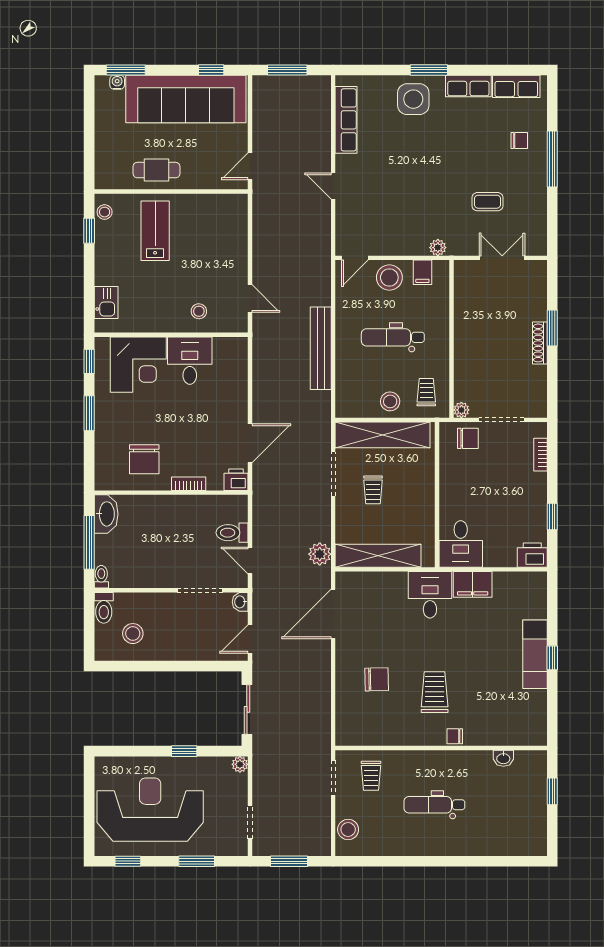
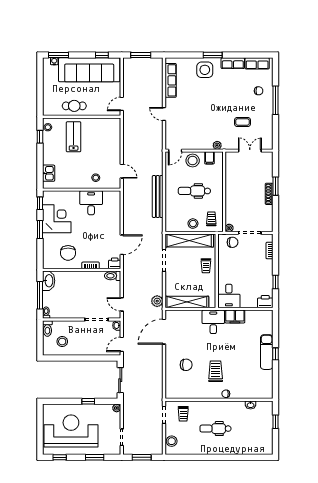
corner desk: (138, 365) -> (57, 219), moved, turned -90
trolley: (373, 490) -> (206, 266), moved
toilet: (232, 533) -> (113, 276), moved

